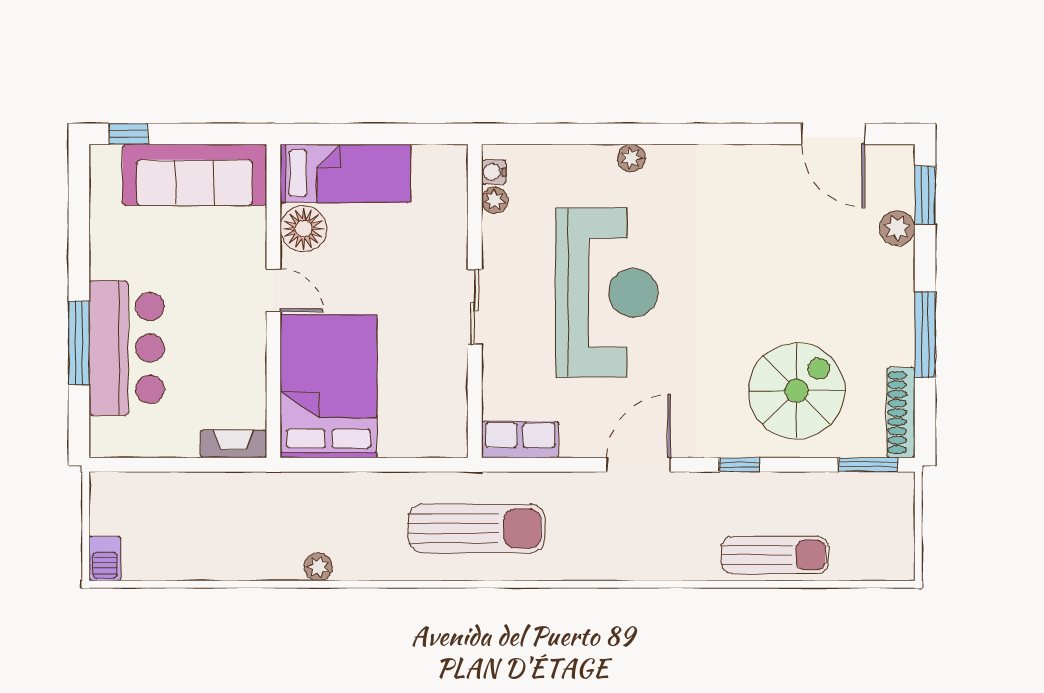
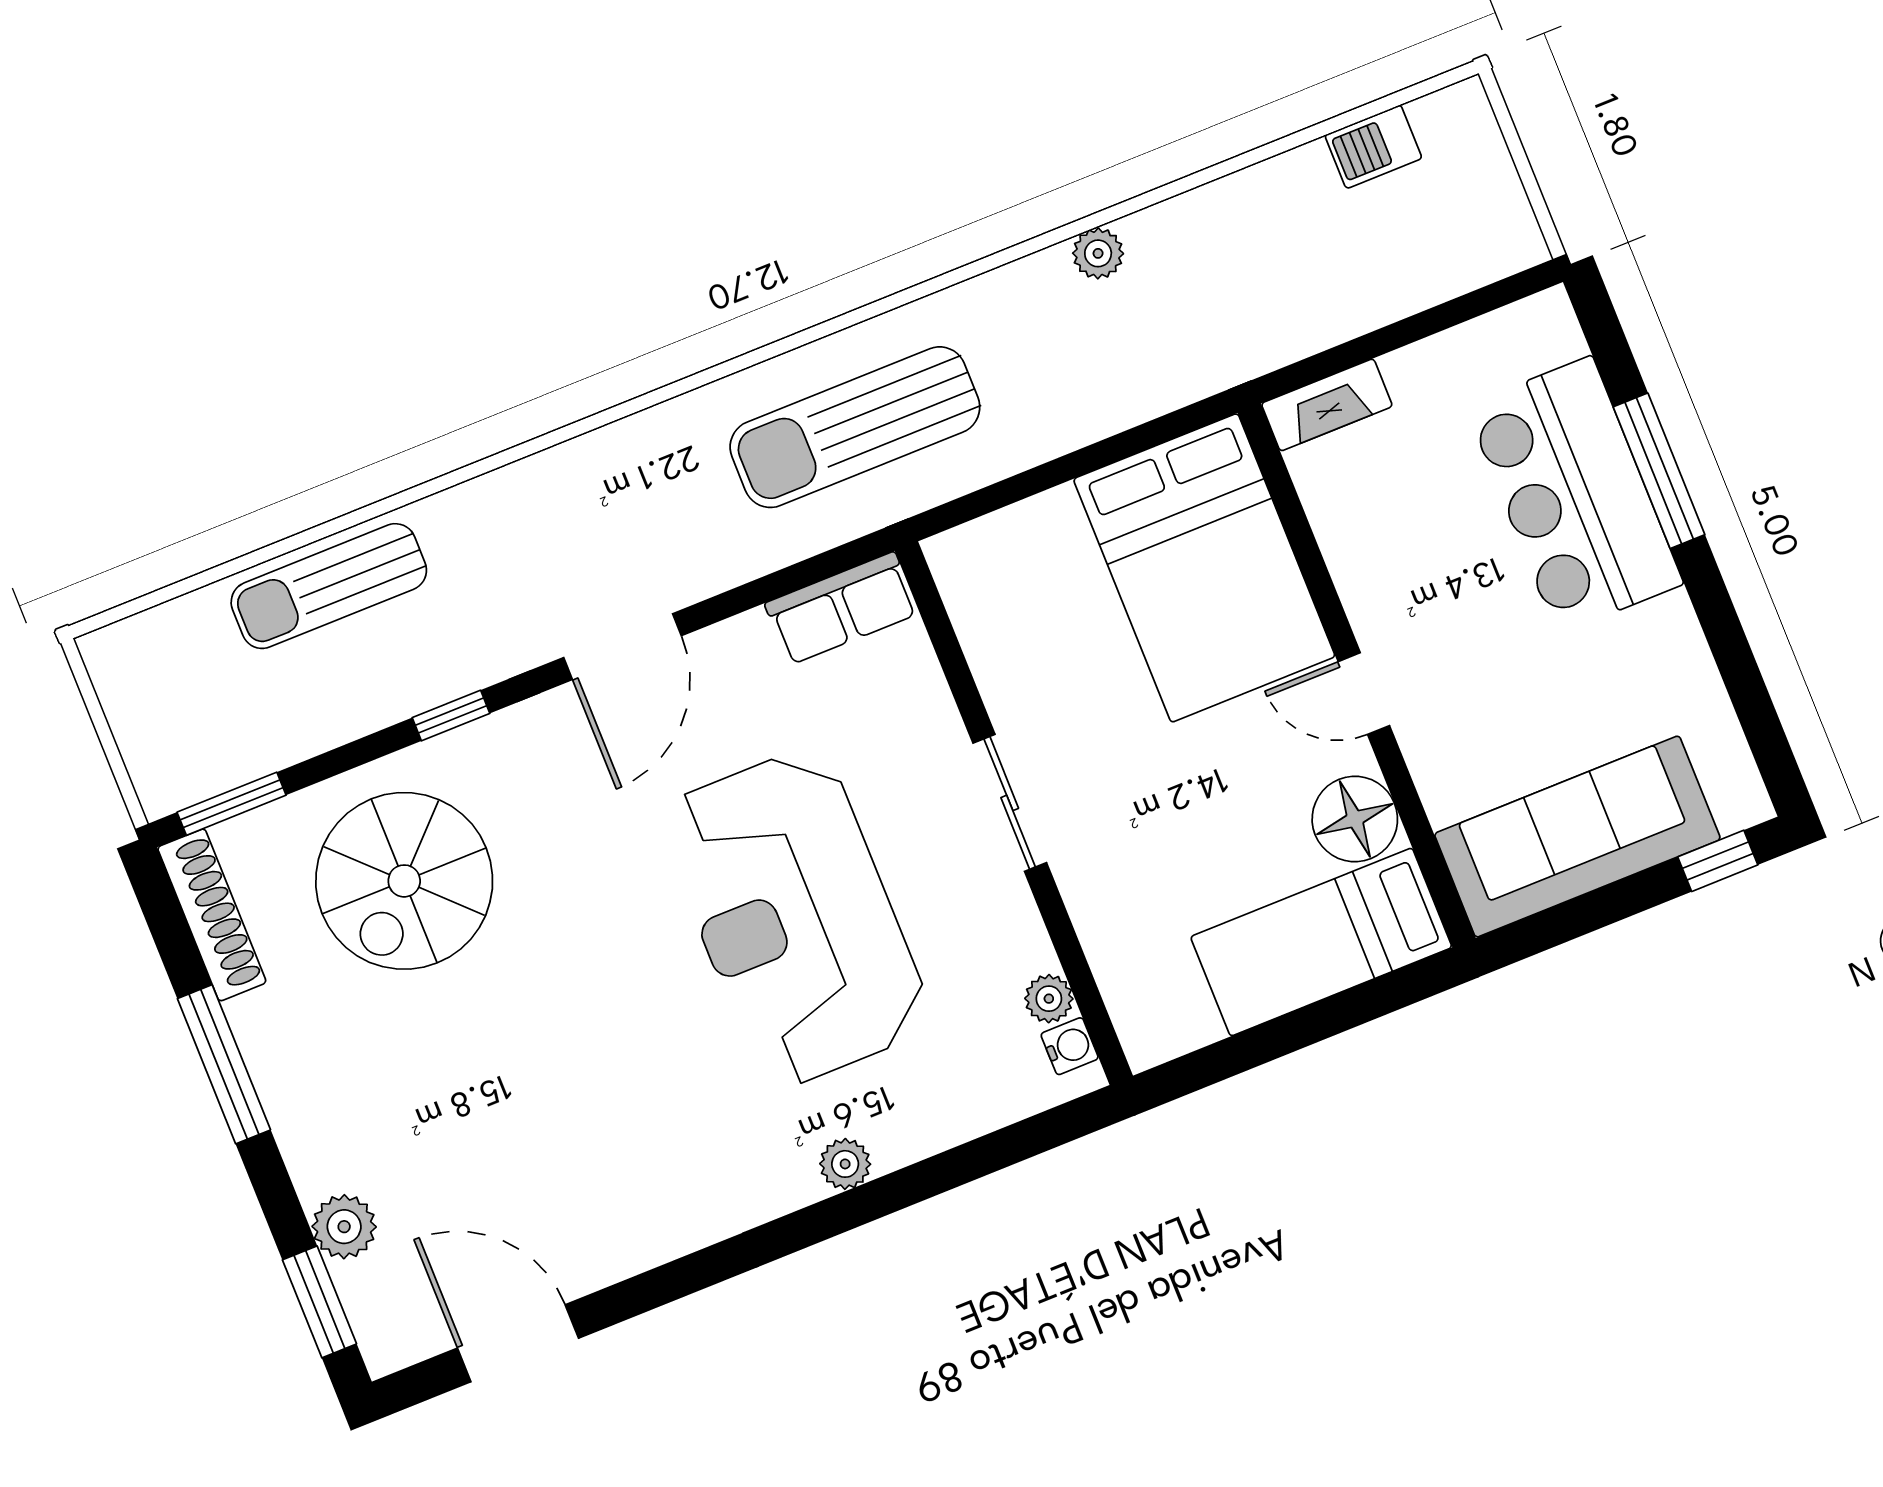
barbecue: (105, 558) -> (1373, 147), moved, turned -90

